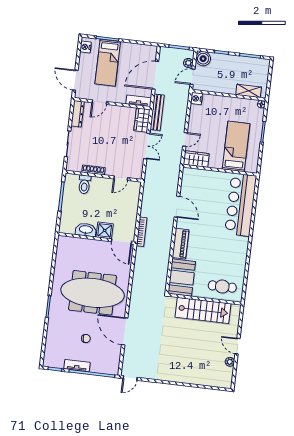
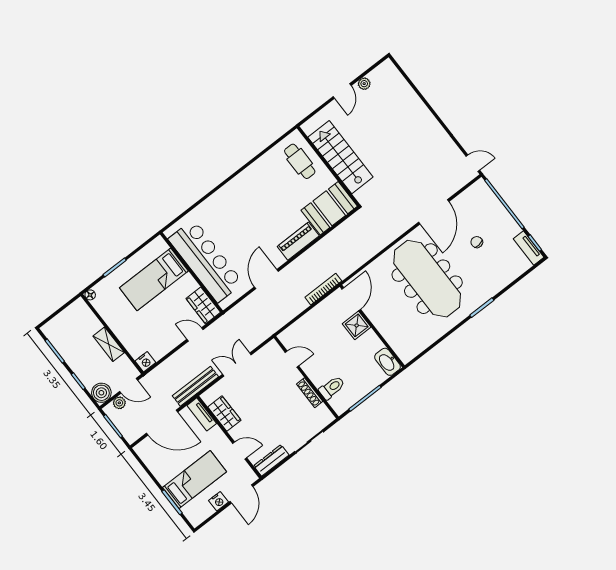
nightstand: (86, 47) -> (219, 501), moved
shelving: (249, 91) -> (109, 344), moved
wardrobe: (142, 120) -> (224, 414), moved, turned -90
bar counter: (241, 205) -> (206, 261), moved, turned -90
washbasin: (86, 230) -> (388, 362), moved
tv unit: (77, 366) -> (529, 248), moved

